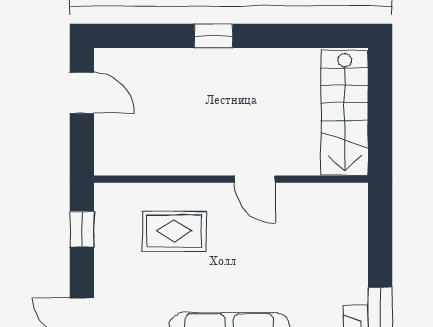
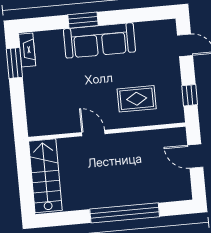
window: (213, 36) -> (125, 213), width x3.17
door: (82, 93) -> (195, 156), moved

